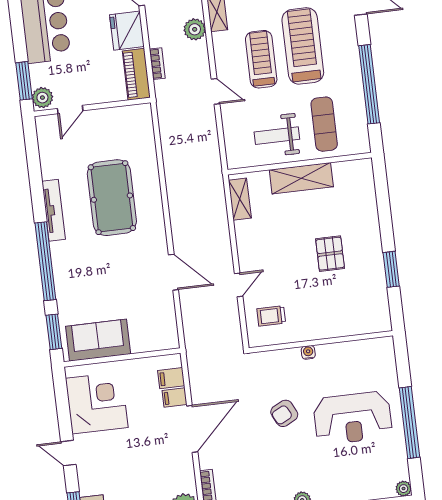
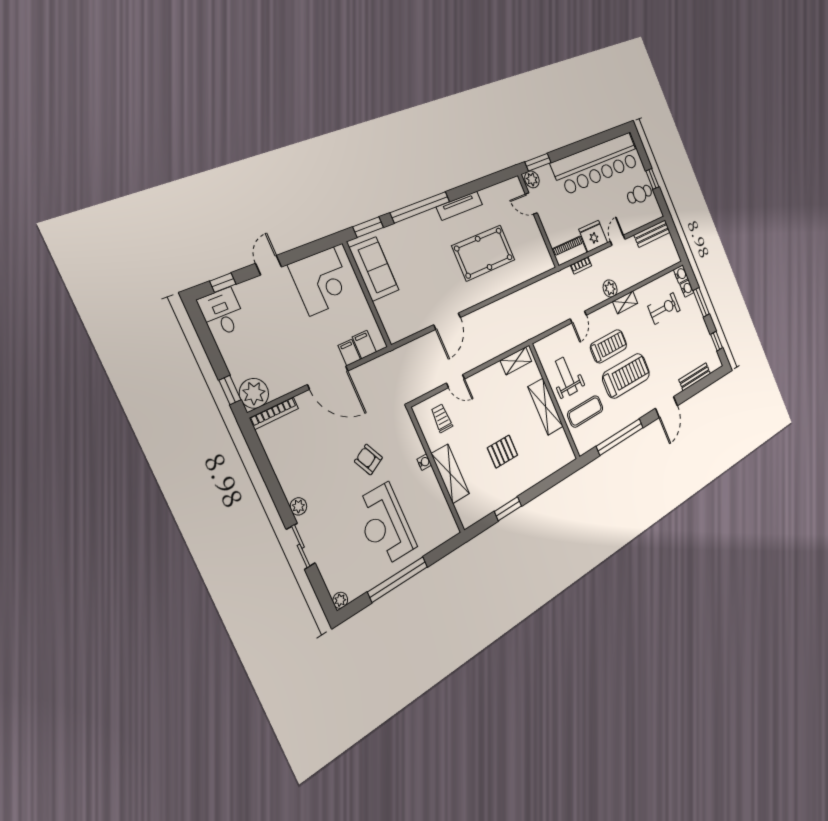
shelving: (330, 326) -> (450, 474), added

